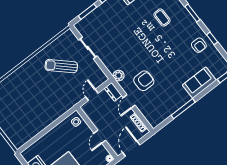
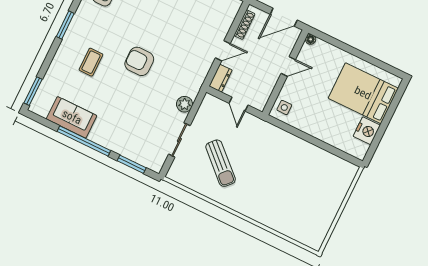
plant: (119, 76) -> (185, 104), moved
armchair: (144, 81) -> (139, 61), moved
door: (92, 95) -> (238, 104), hinge flipped

